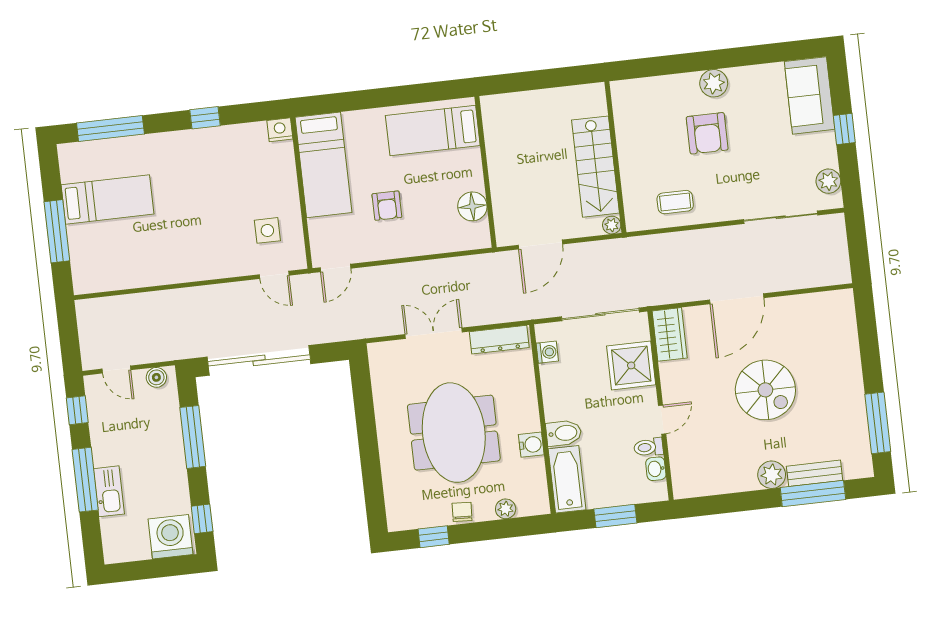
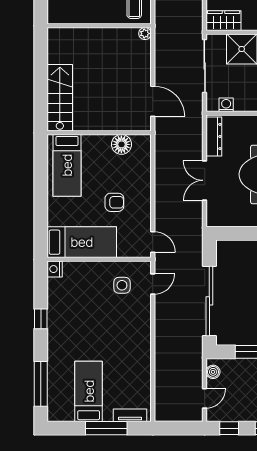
wall: (615, 157) -> (99, 26), moved
stairs: (596, 167) -> (60, 98), moved, turned -90
plant: (612, 225) -> (145, 34), moved
tv unit: (79, 264) -> (130, 415), added

